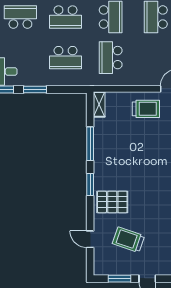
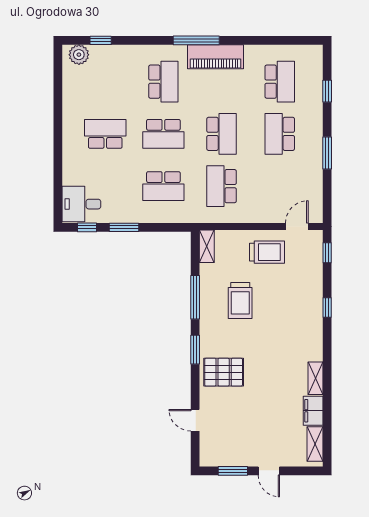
trolley: (128, 240) -> (240, 300), moved, turned -109

